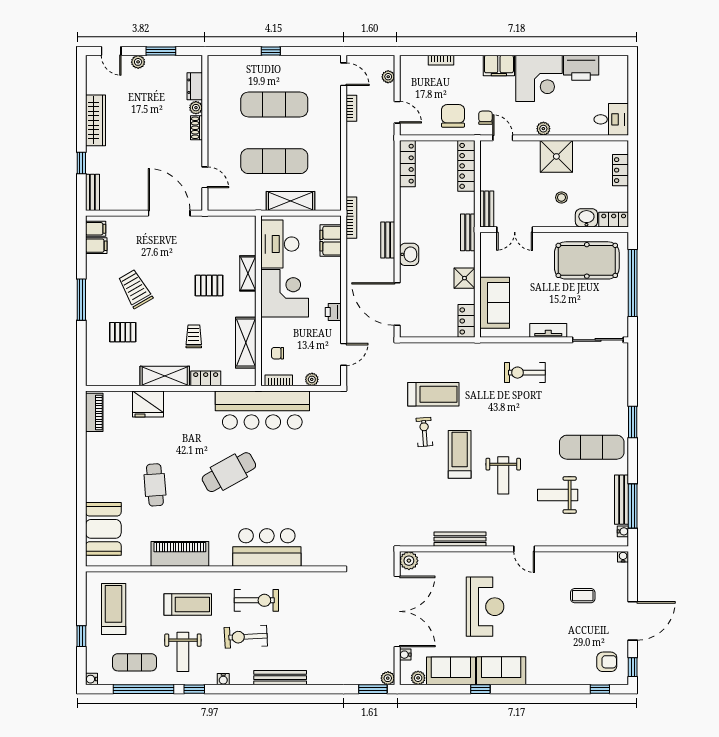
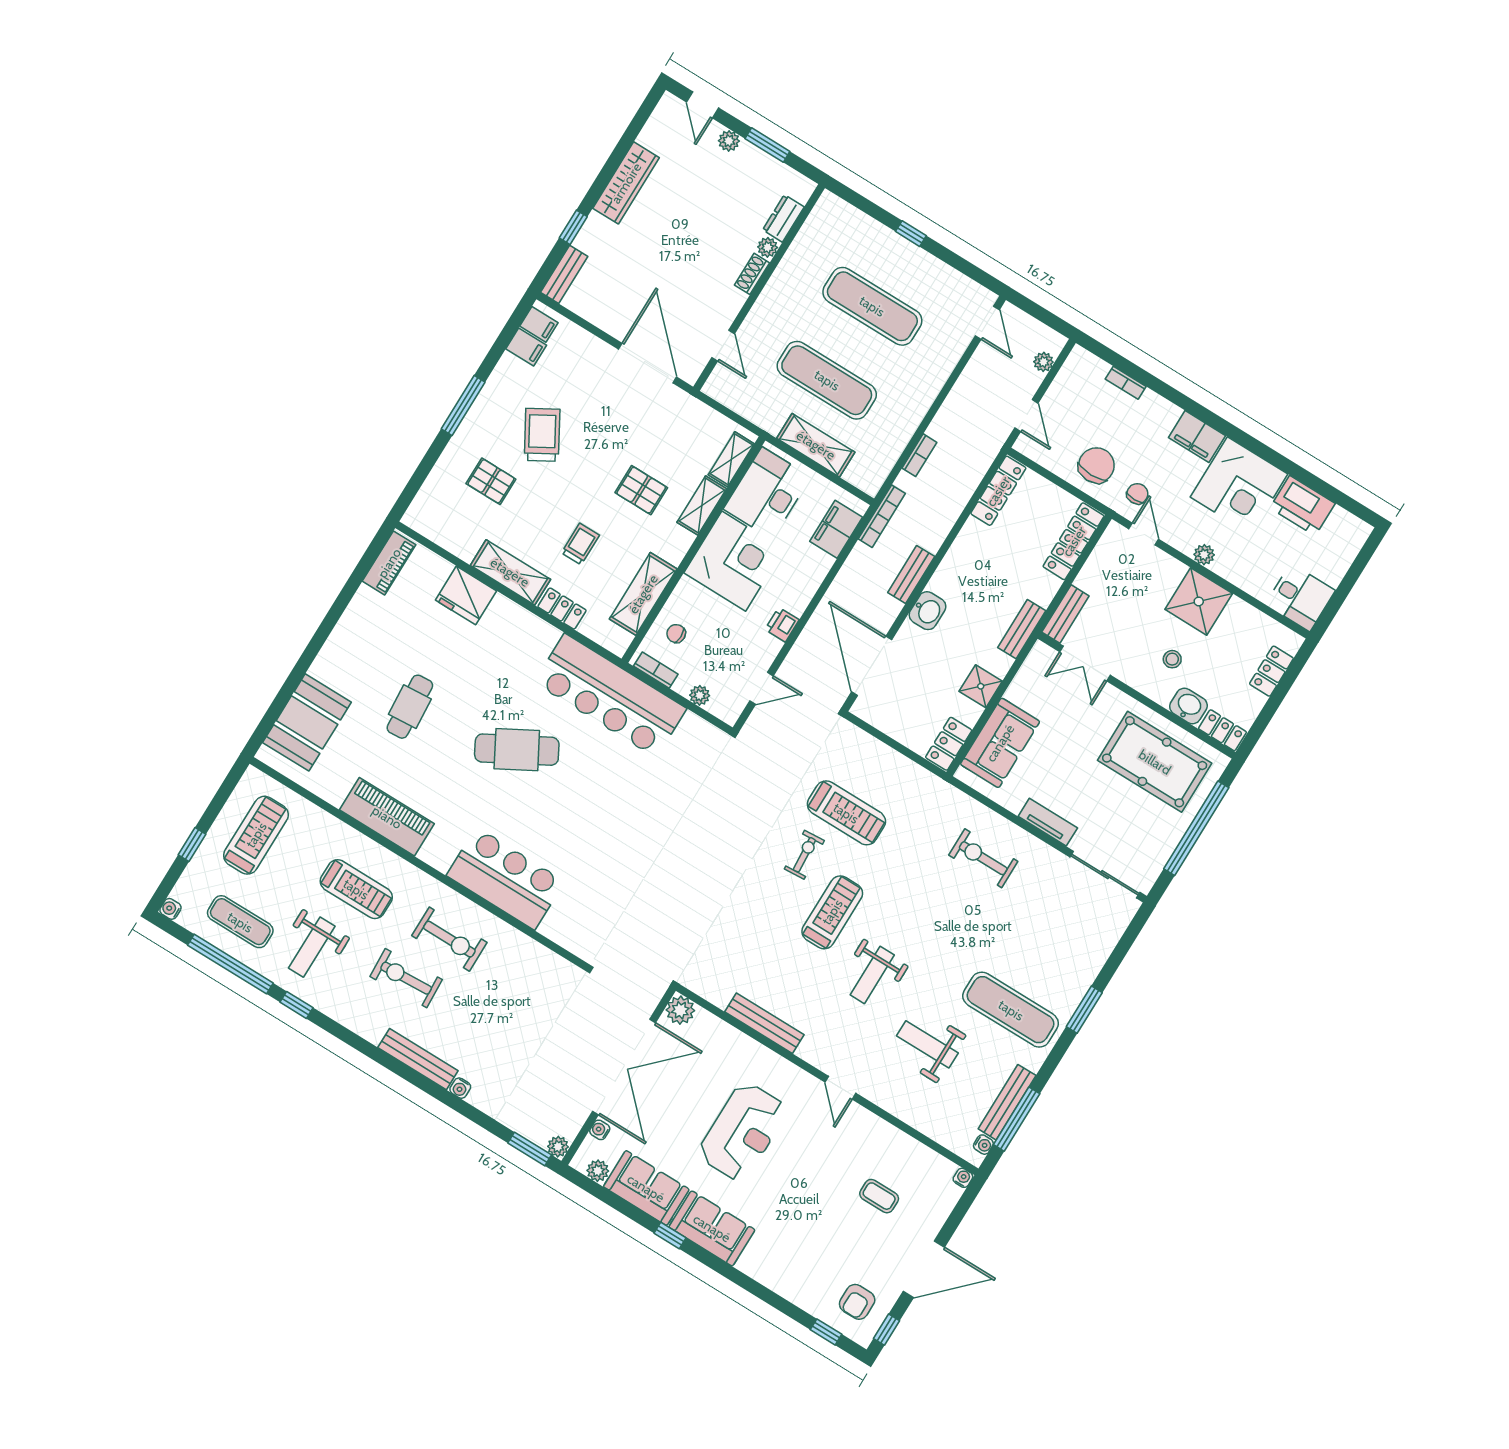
bookcase: (351, 108) -> (919, 455), moved
shelving: (248, 238) -> (731, 459), added
armchair: (607, 662) -> (857, 1302), turned 90
water cooler: (223, 679) -> (460, 1088), moved

